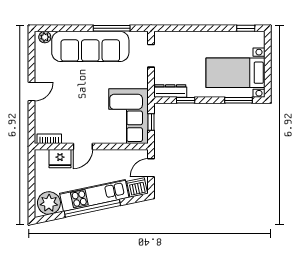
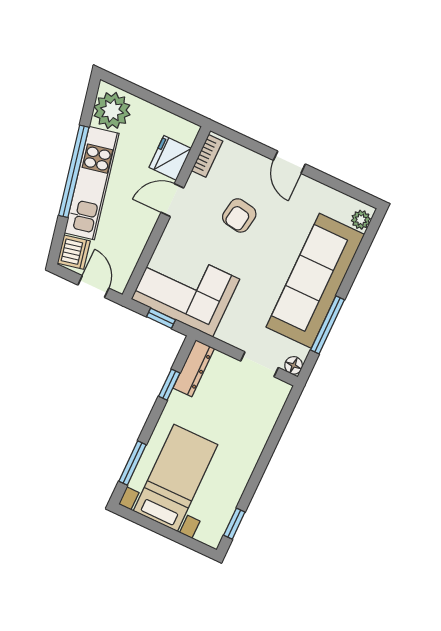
floor lamp: (143, 37) -> (294, 365), added
armchair: (74, 105) -> (239, 215), added
door: (83, 146) -> (172, 200), hinge flipped

